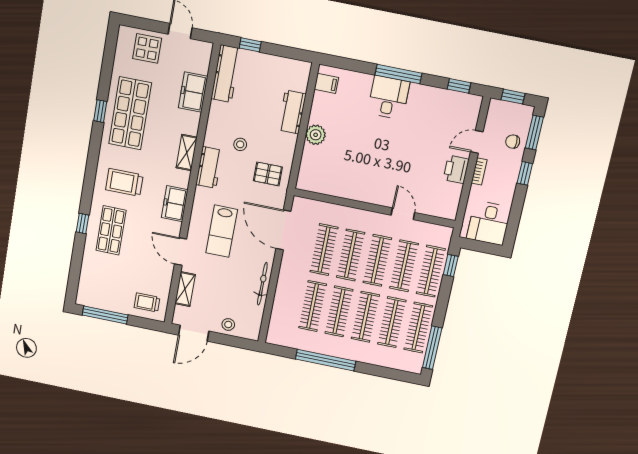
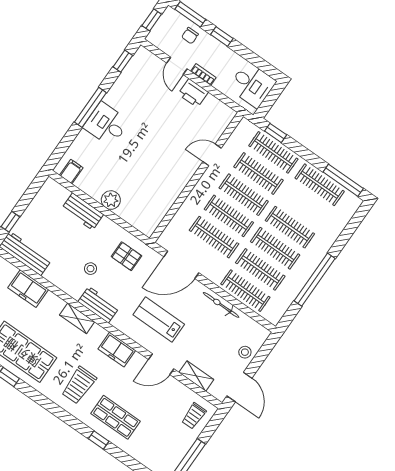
pallet: (268, 174) -> (126, 256), turned 90
lab bench: (222, 231) -> (159, 319), turned 180
clothes rail: (392, 322) -> (245, 291), moved

